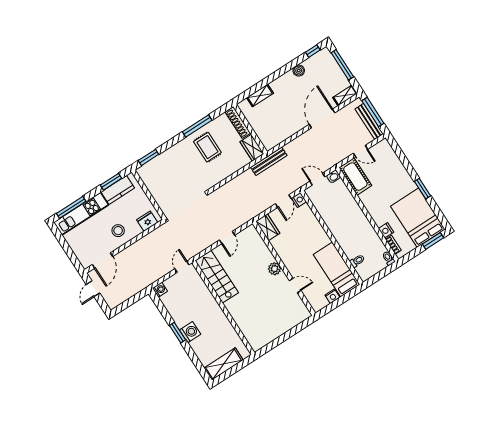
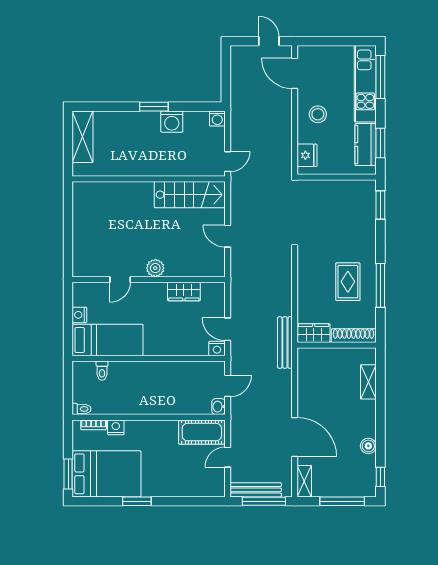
rug: (207, 147) -> (348, 282), turned 90
wardrobe: (268, 227) -> (184, 292), moved
door: (182, 267) -> (228, 162), hinge flipped
washing machine: (190, 332) -> (172, 122), moved

